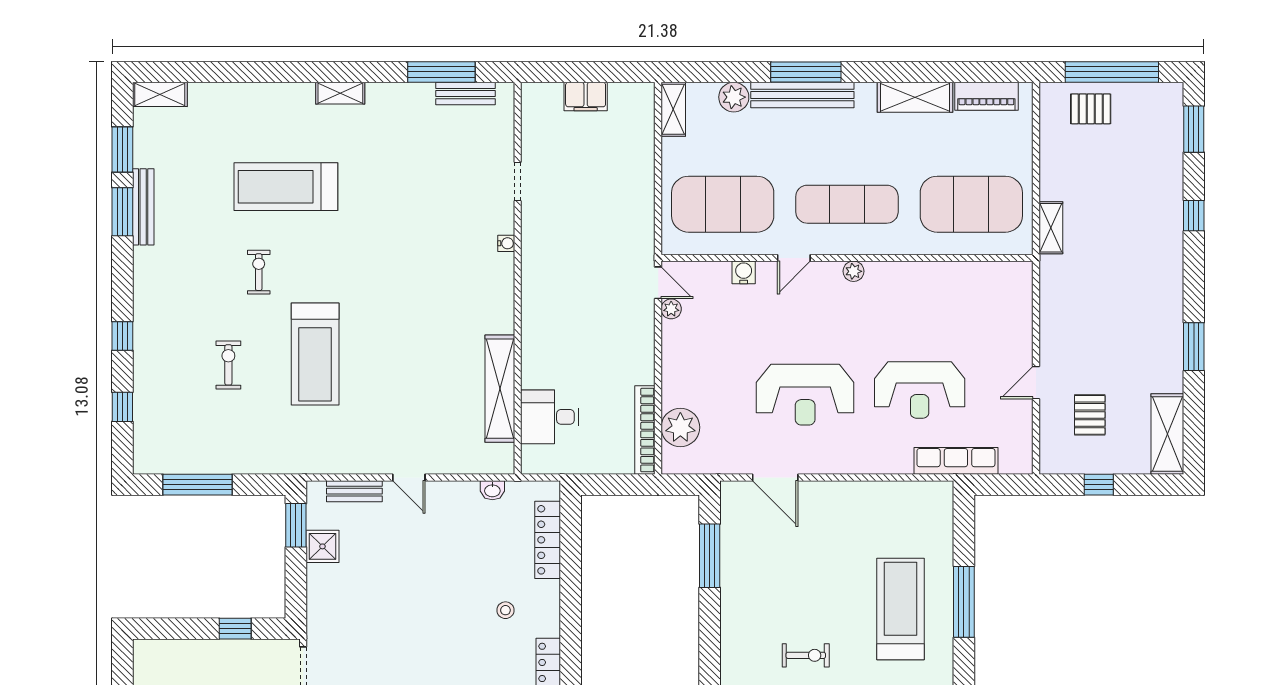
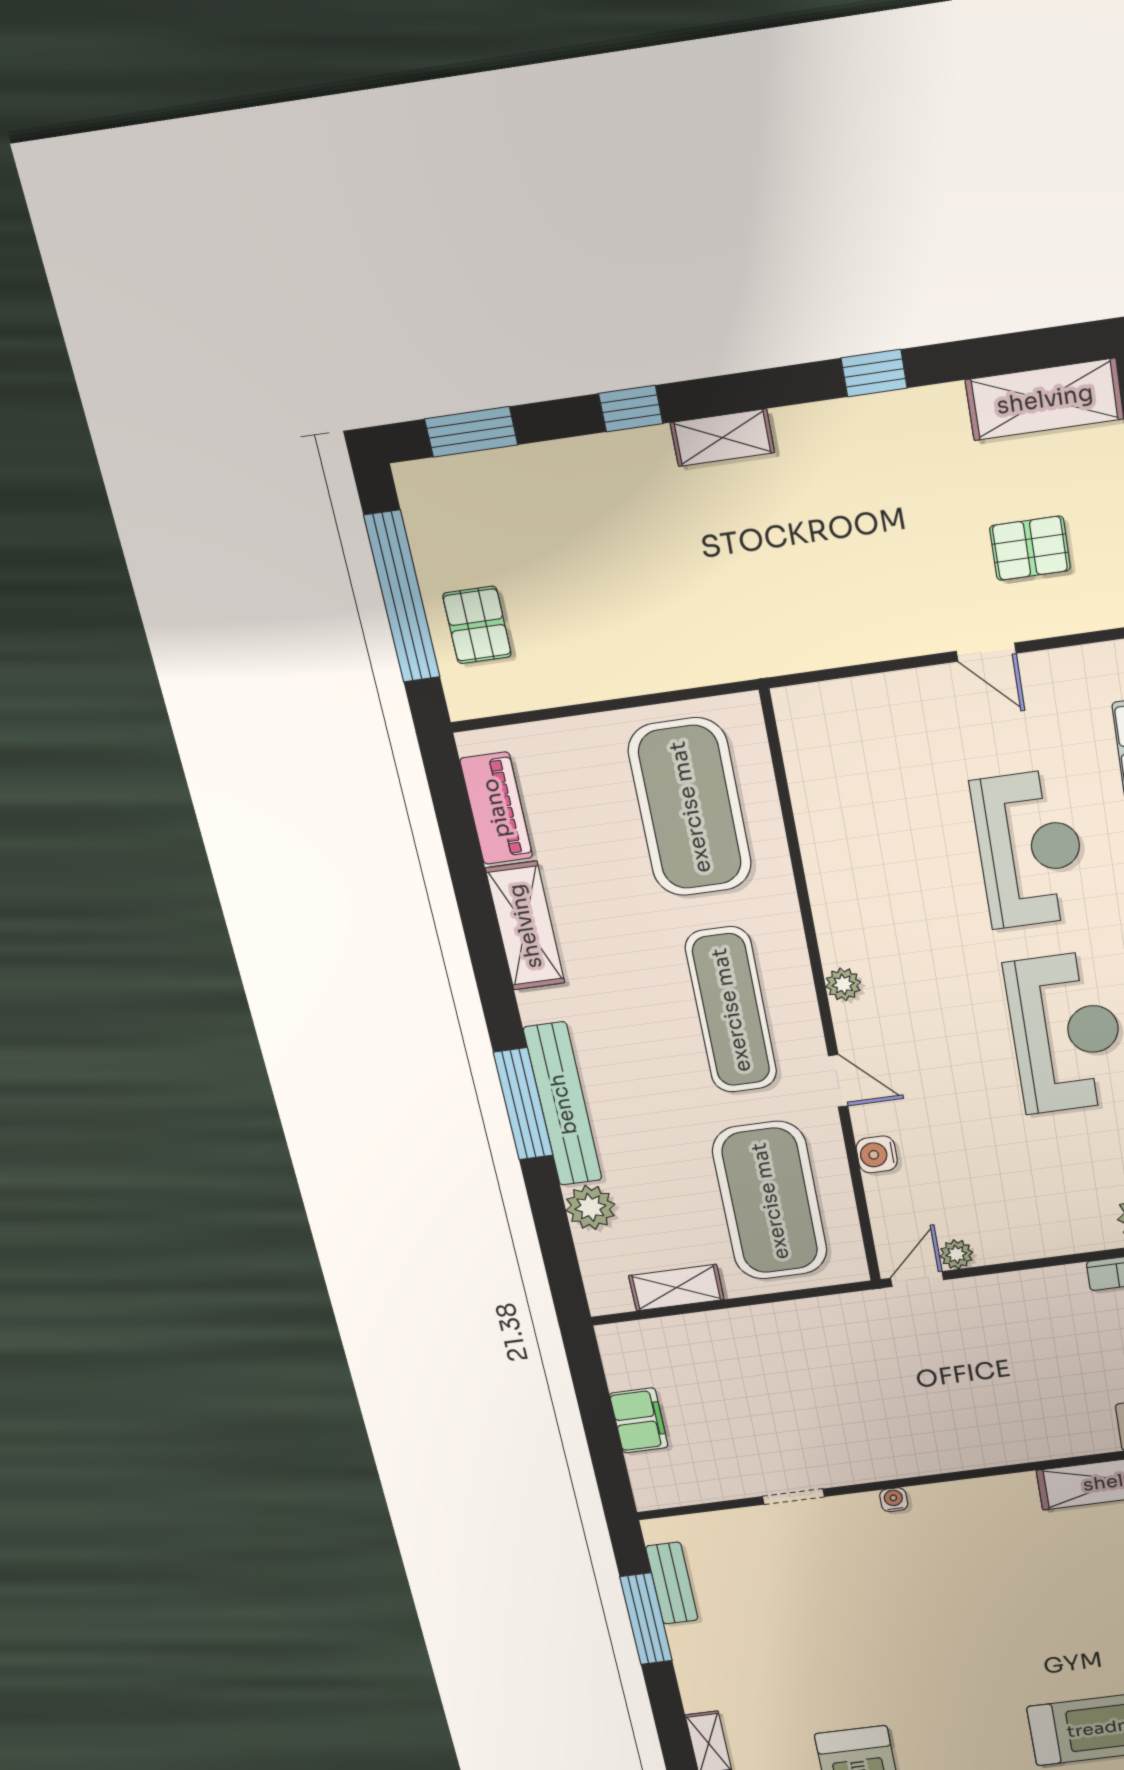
shelving: (673, 109) -> (676, 1288), moved
shelving: (1051, 228) -> (722, 438), moved
window: (1194, 347) -> (874, 373), width x0.67

